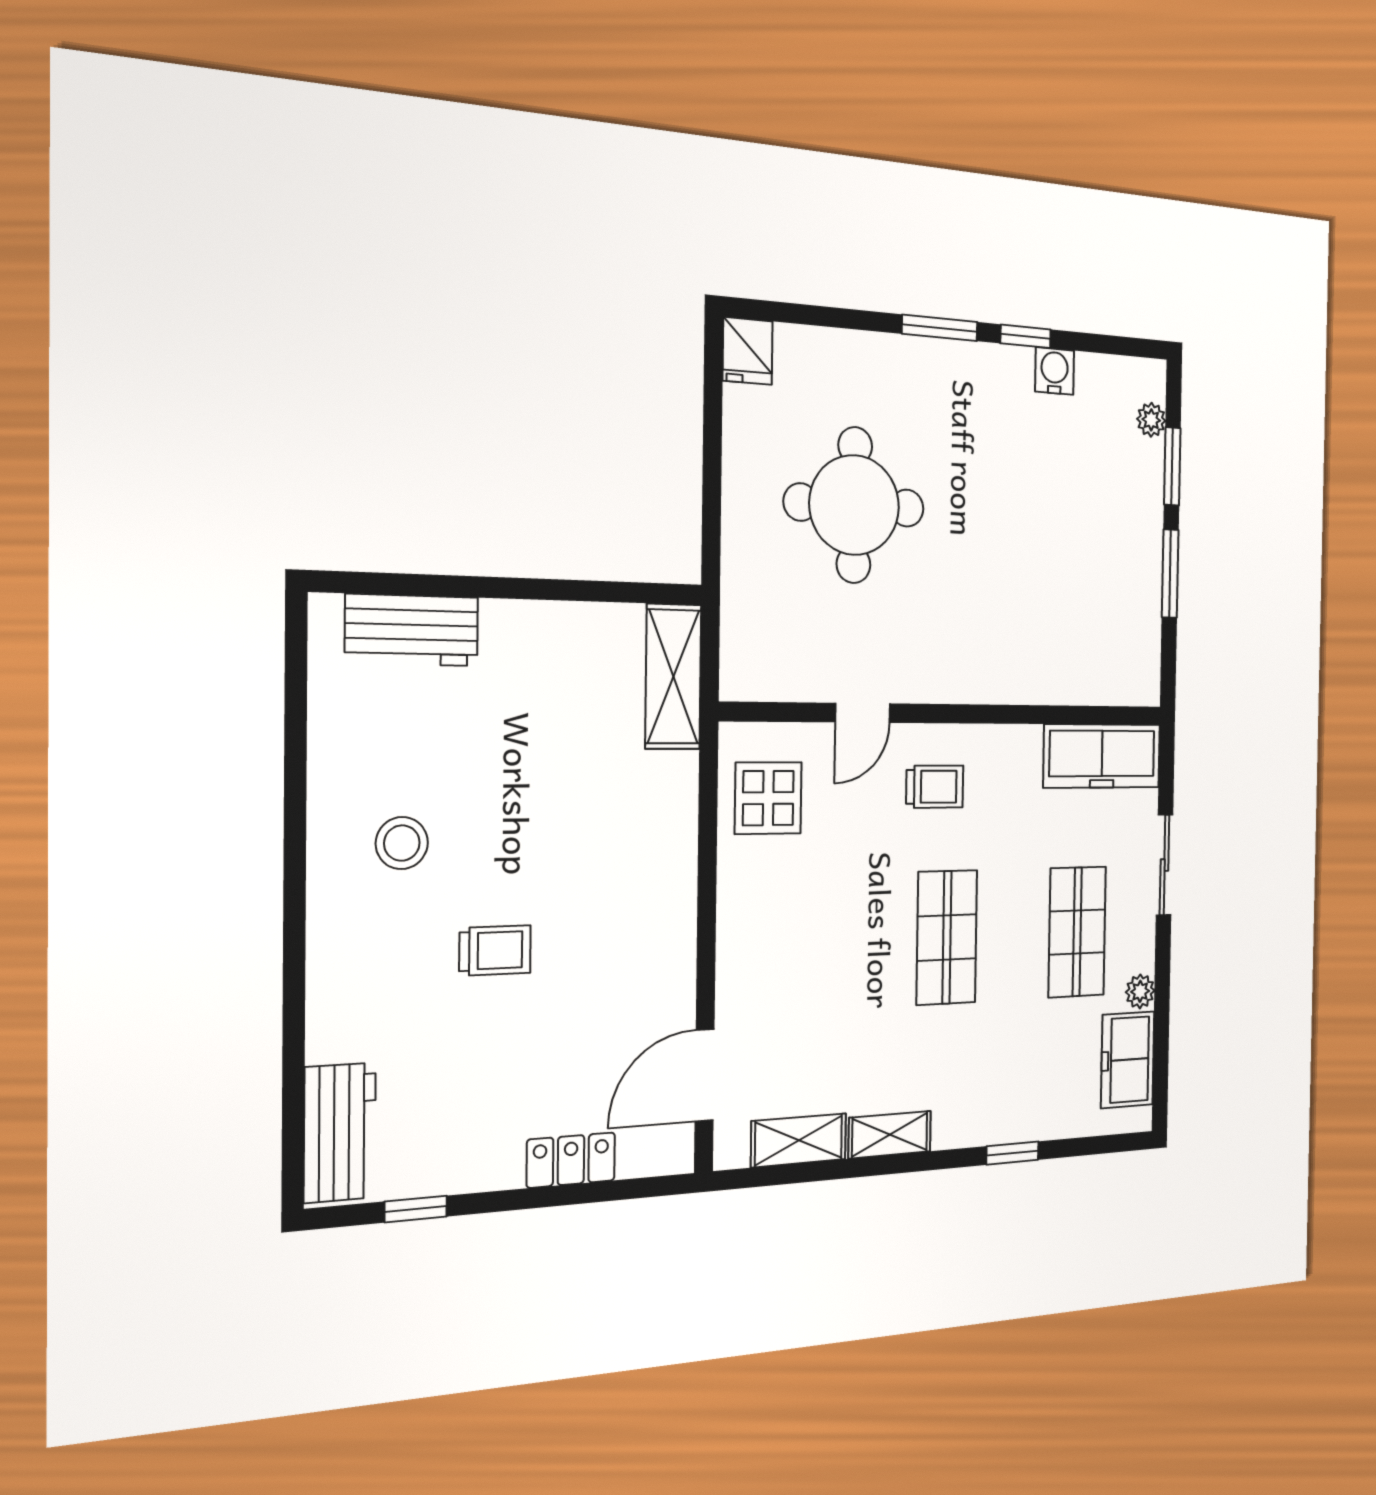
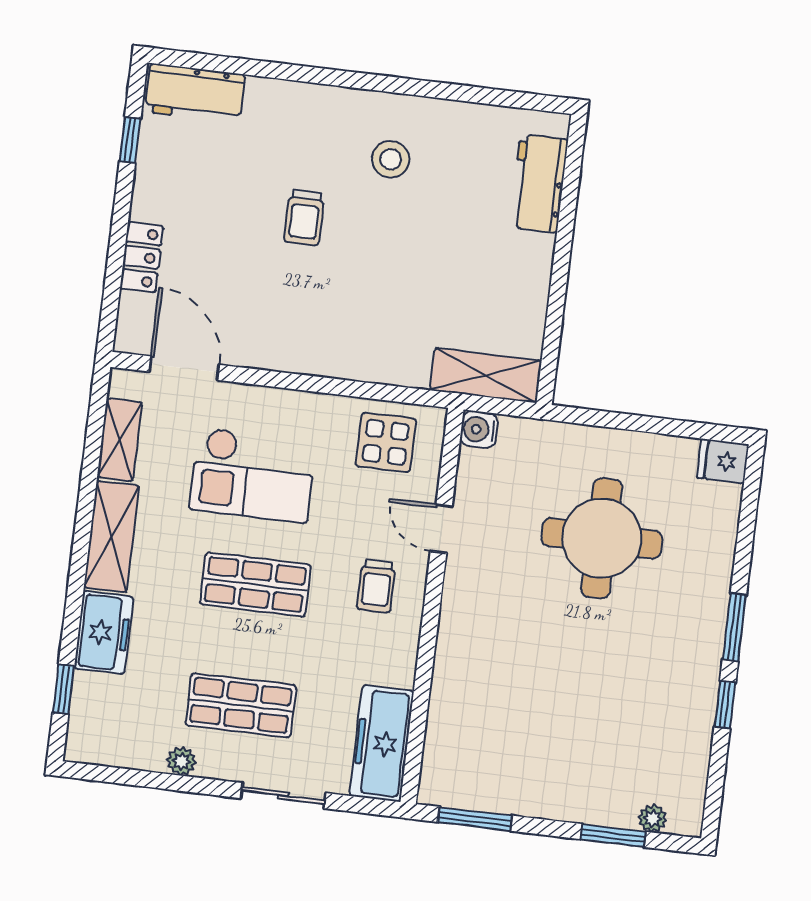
water cooler: (1055, 371) -> (479, 429), moved, turned 180
window: (1170, 574) -> (475, 819), moved
checkout: (823, 963) -> (253, 475), added
freezer: (1128, 1060) -> (104, 632), moved, turned 90
shelving: (890, 1135) -> (111, 537), width x1.50, depth x1.33
window: (1013, 1153) -> (64, 689), moved

